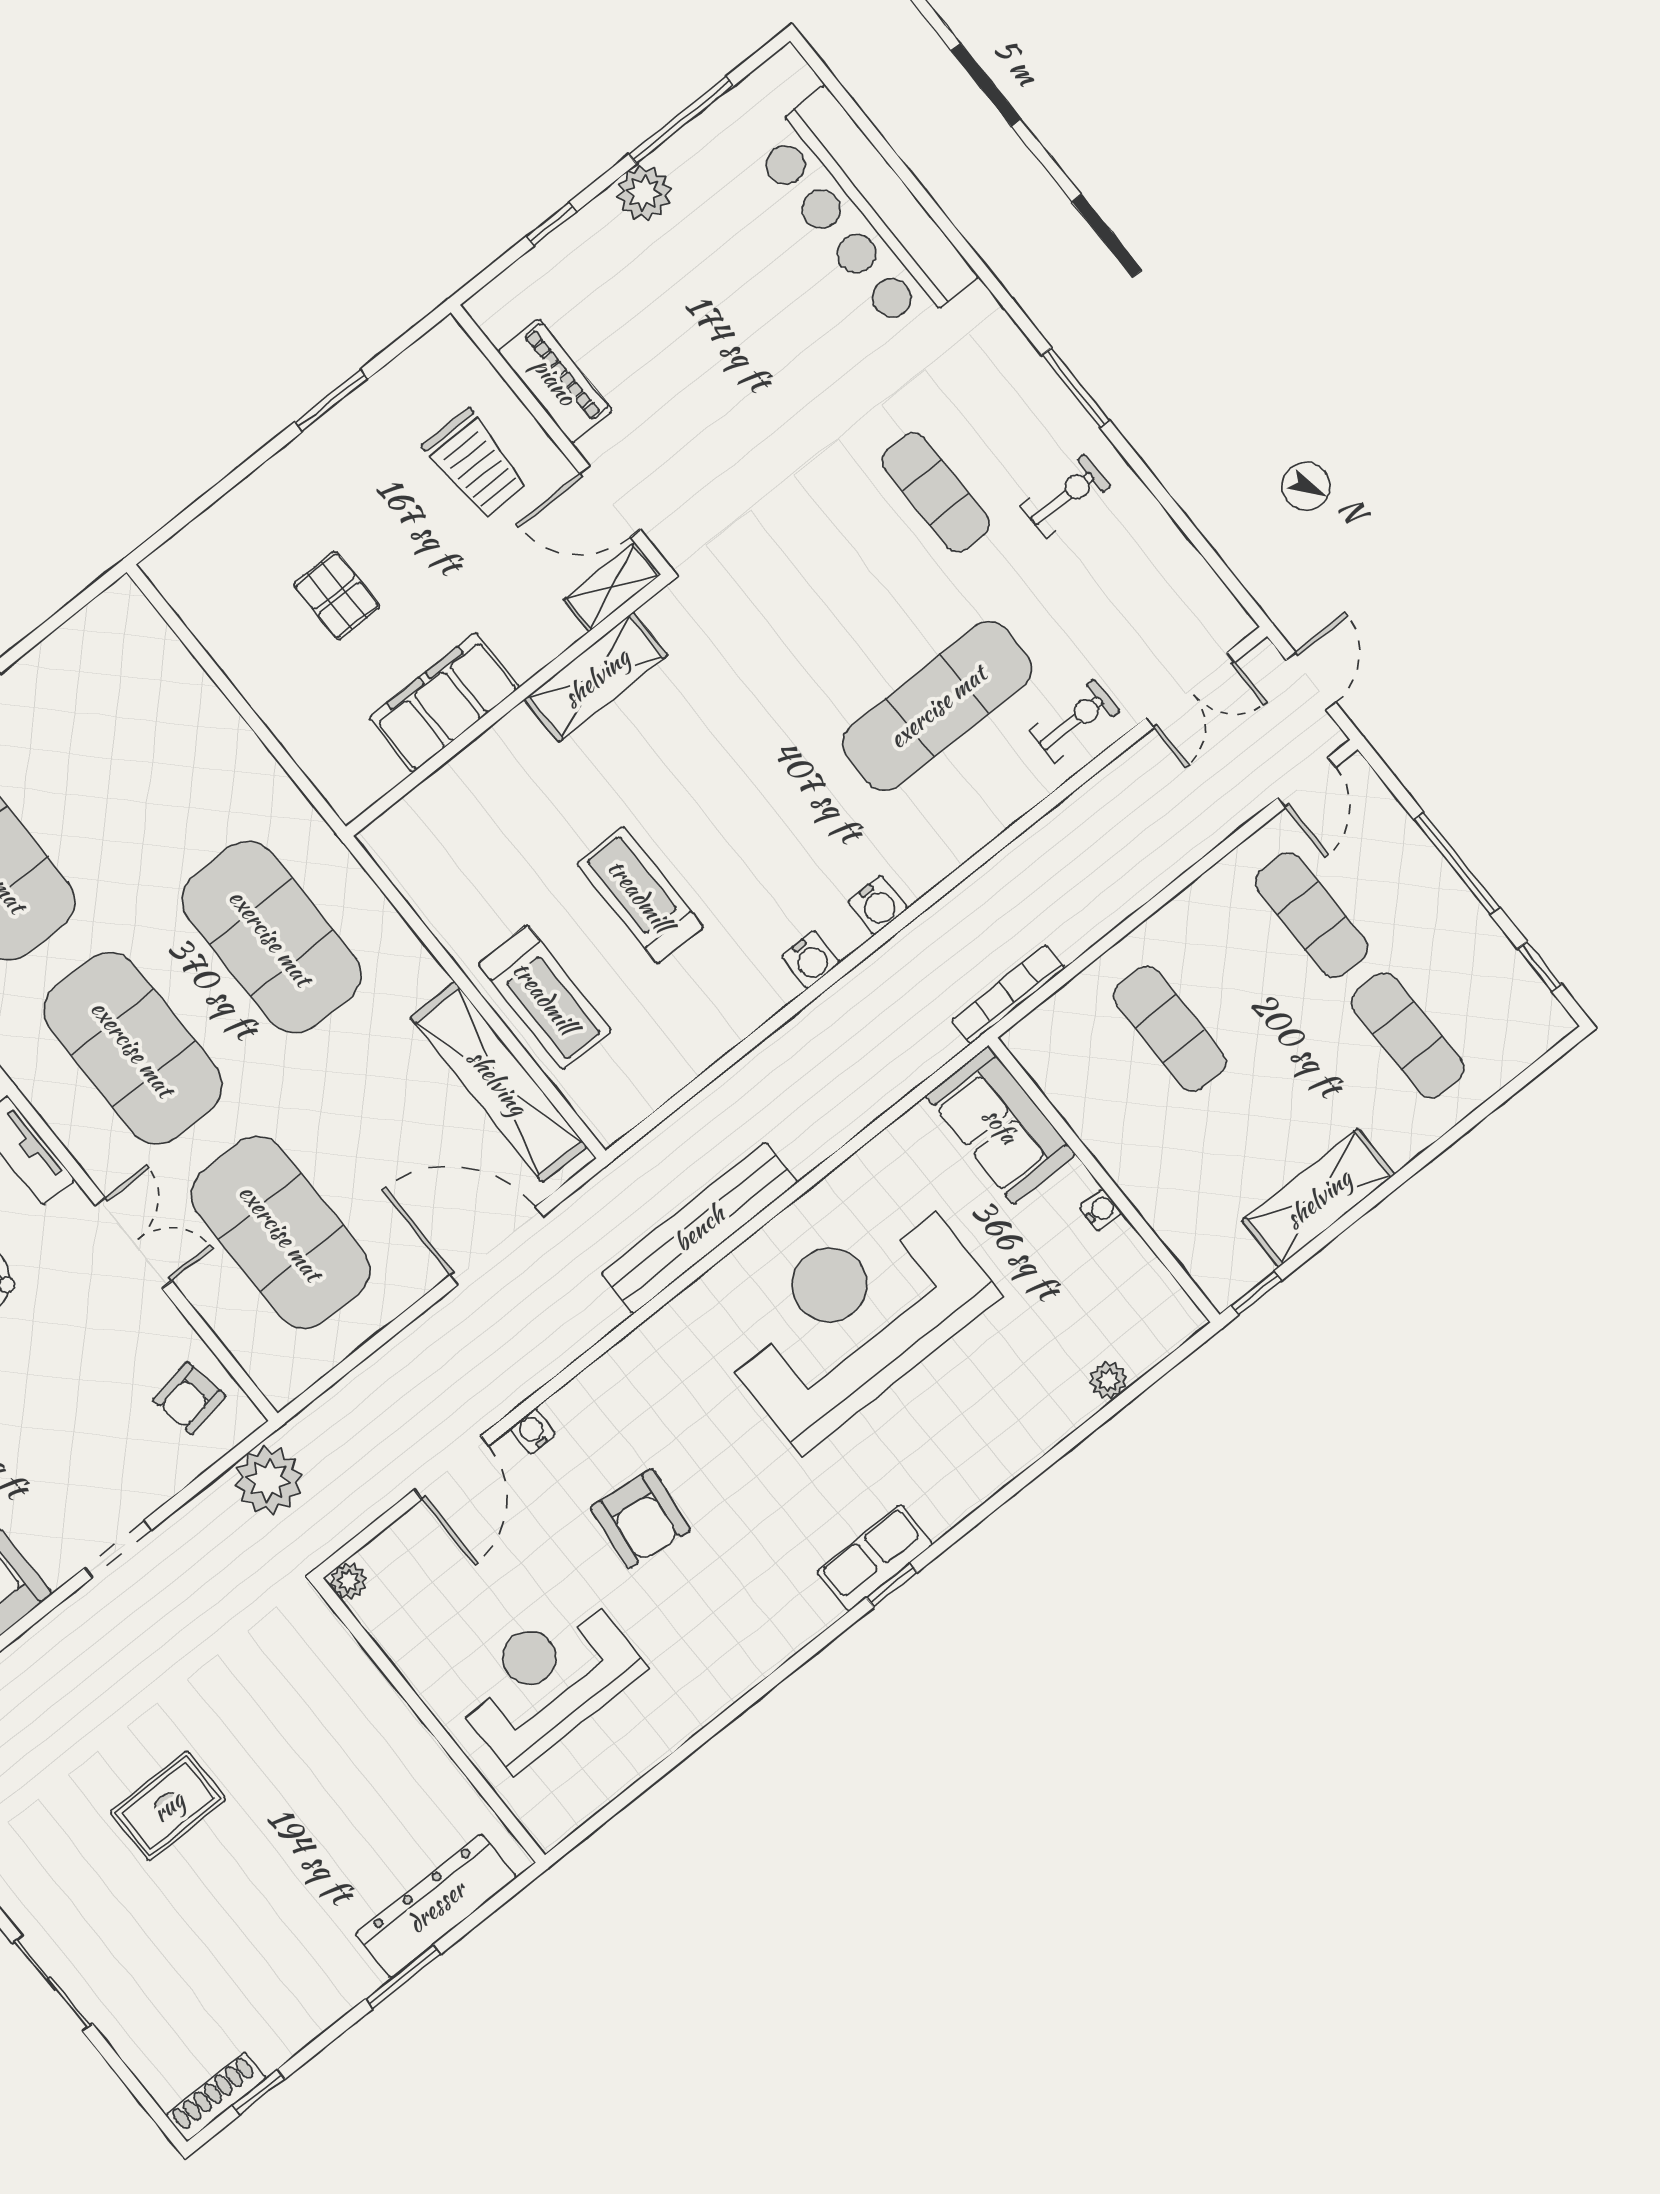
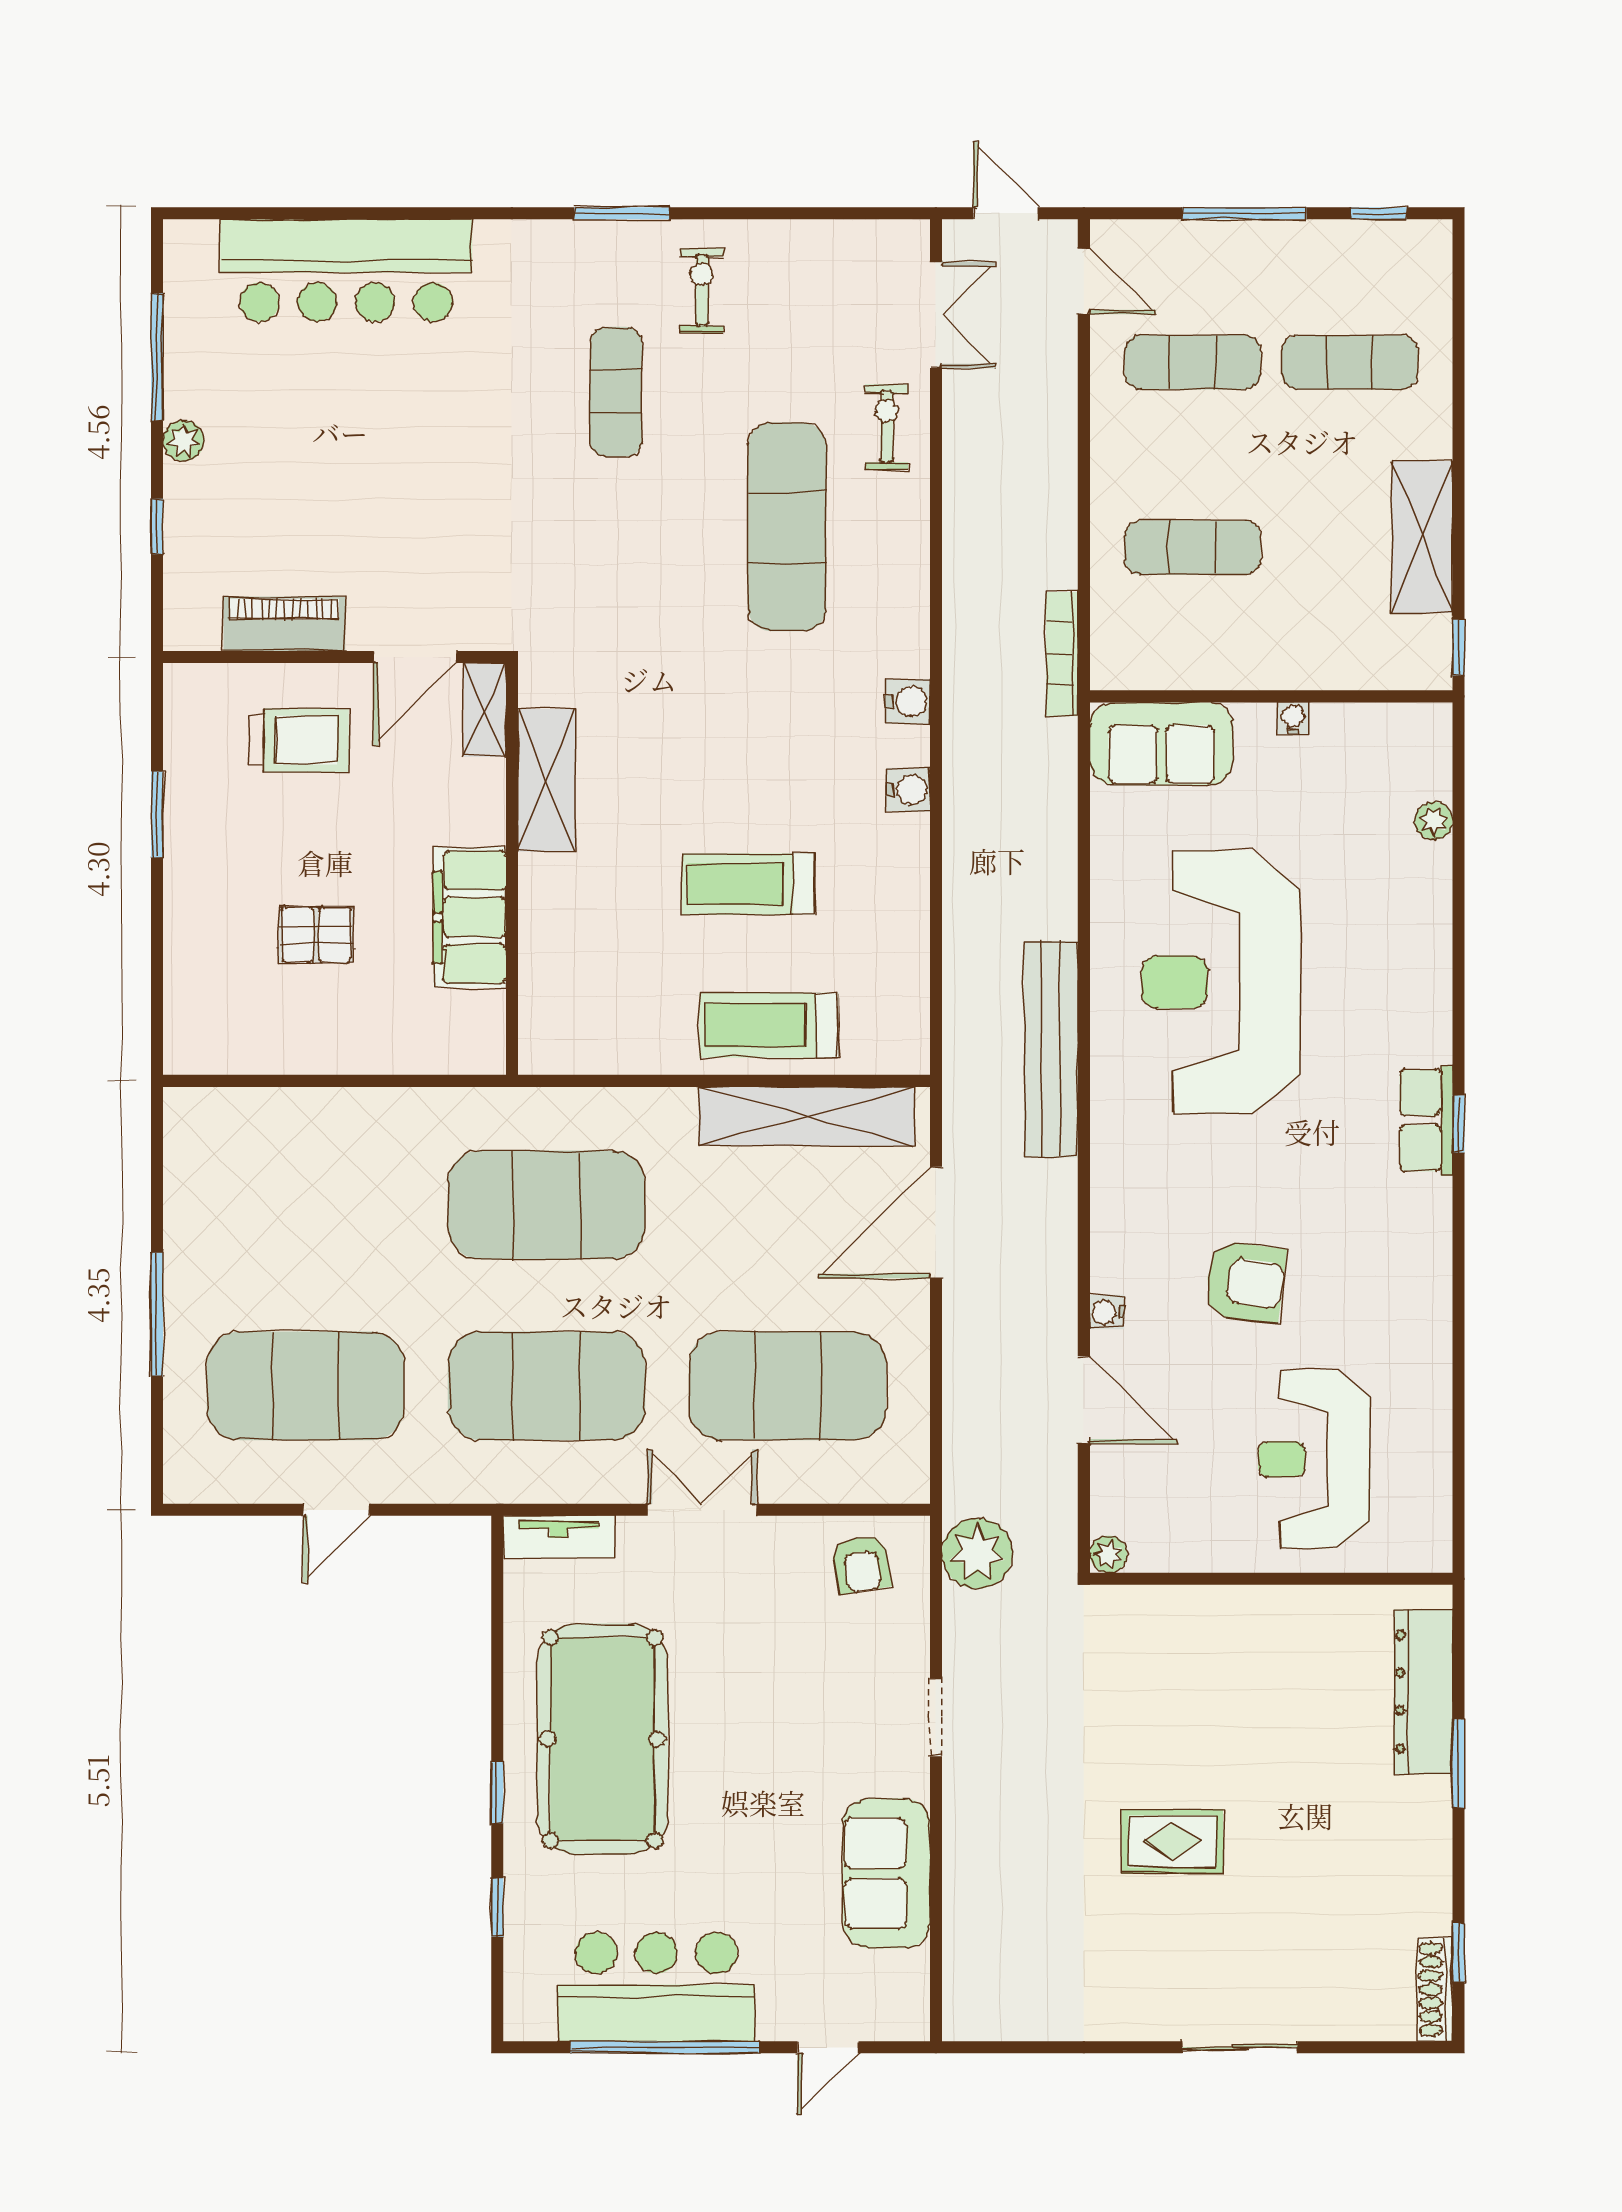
plant: (644, 193) -> (183, 441), width x0.73, depth x0.73
exercise mat: (936, 492) -> (616, 392), turned 90
treadmill: (545, 997) -> (769, 1025), turned 180
rug: (168, 1806) -> (1172, 1841), turned 90

